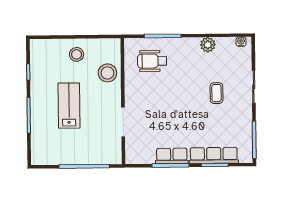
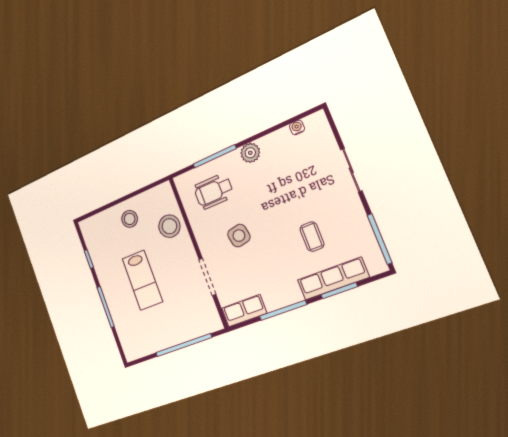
water cooler: (241, 42) -> (297, 127), moved
plant: (208, 45) -> (250, 153), moved
coffee table: (216, 93) -> (312, 237), moved
side table: (159, 101) -> (239, 236), added
lab bench: (69, 106) -> (142, 280), turned 180
row of seats: (172, 156) -> (244, 311), moved

